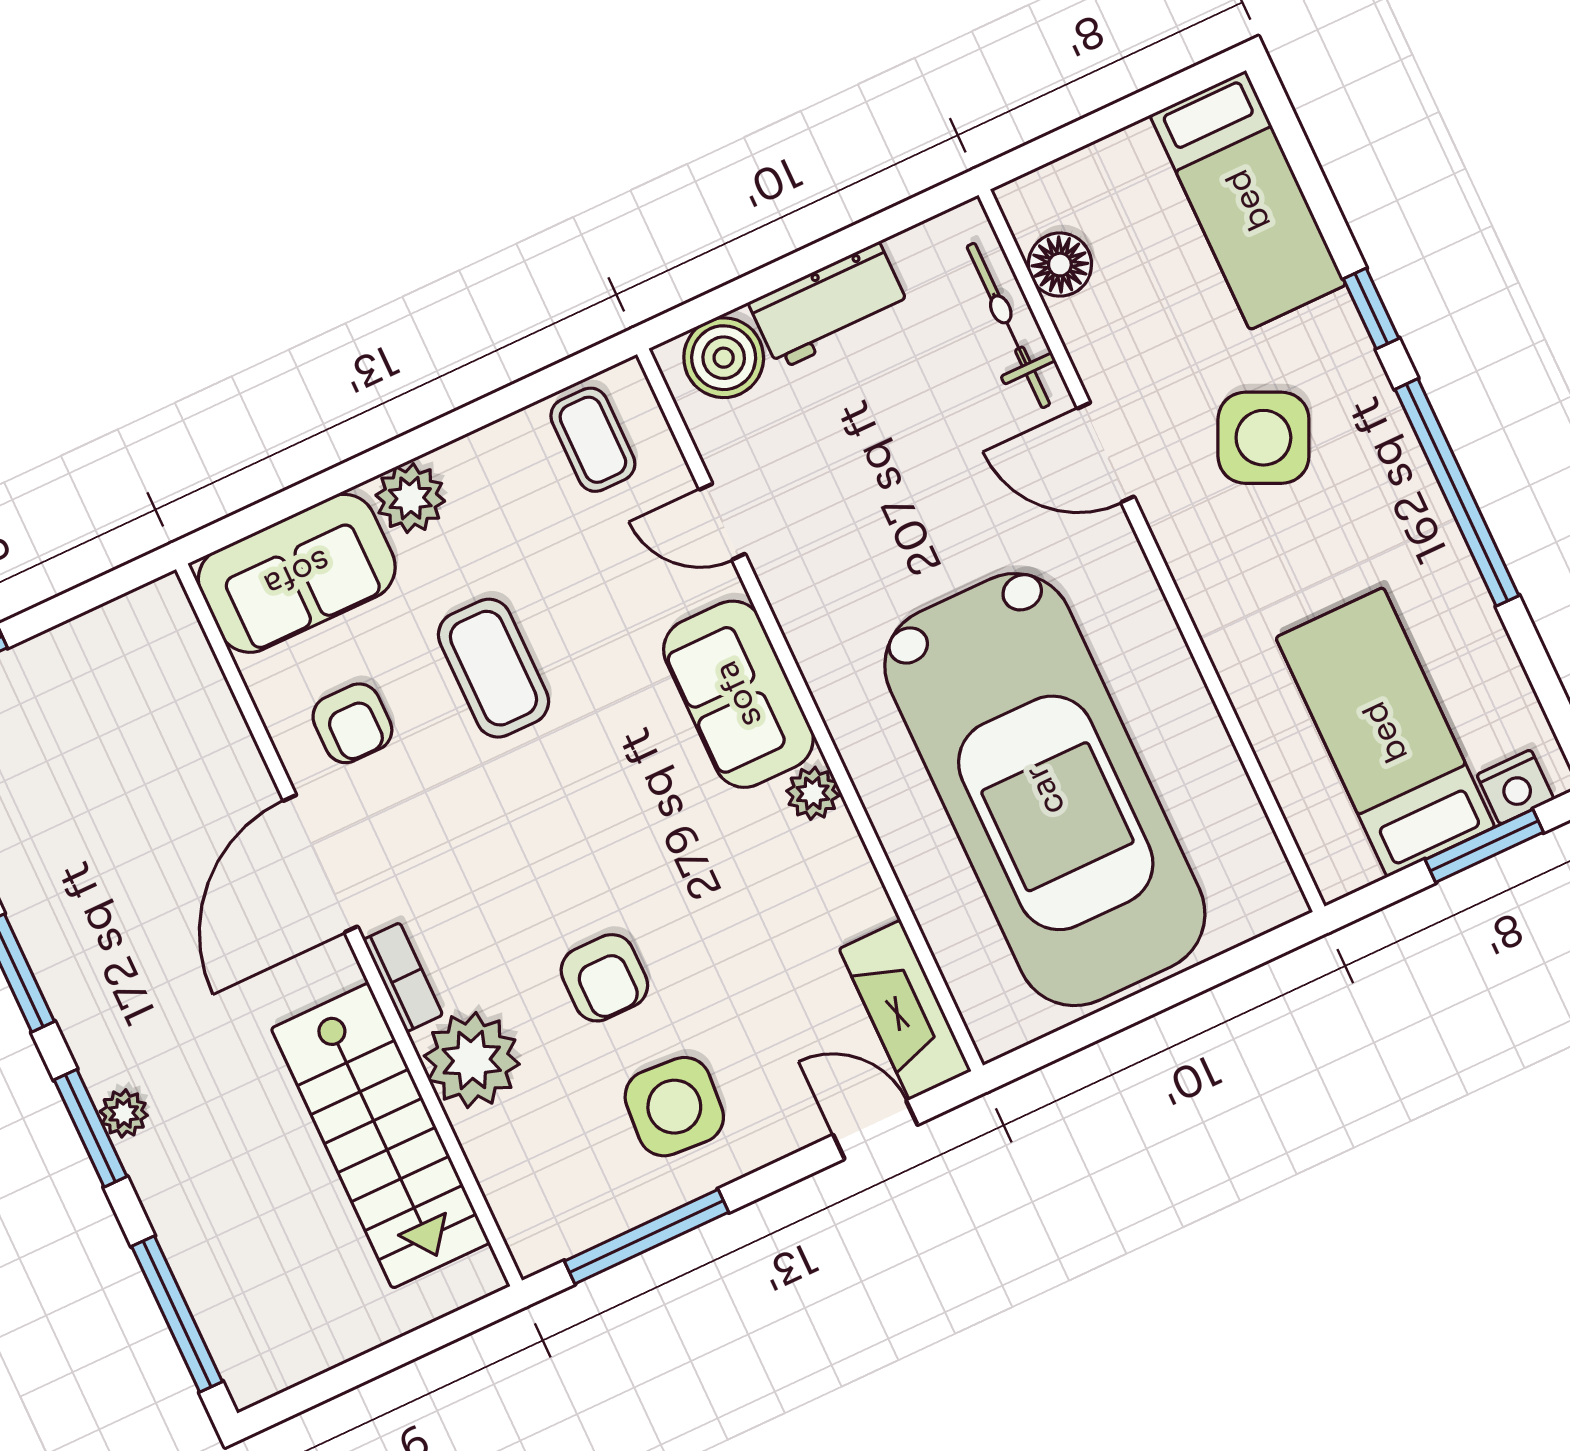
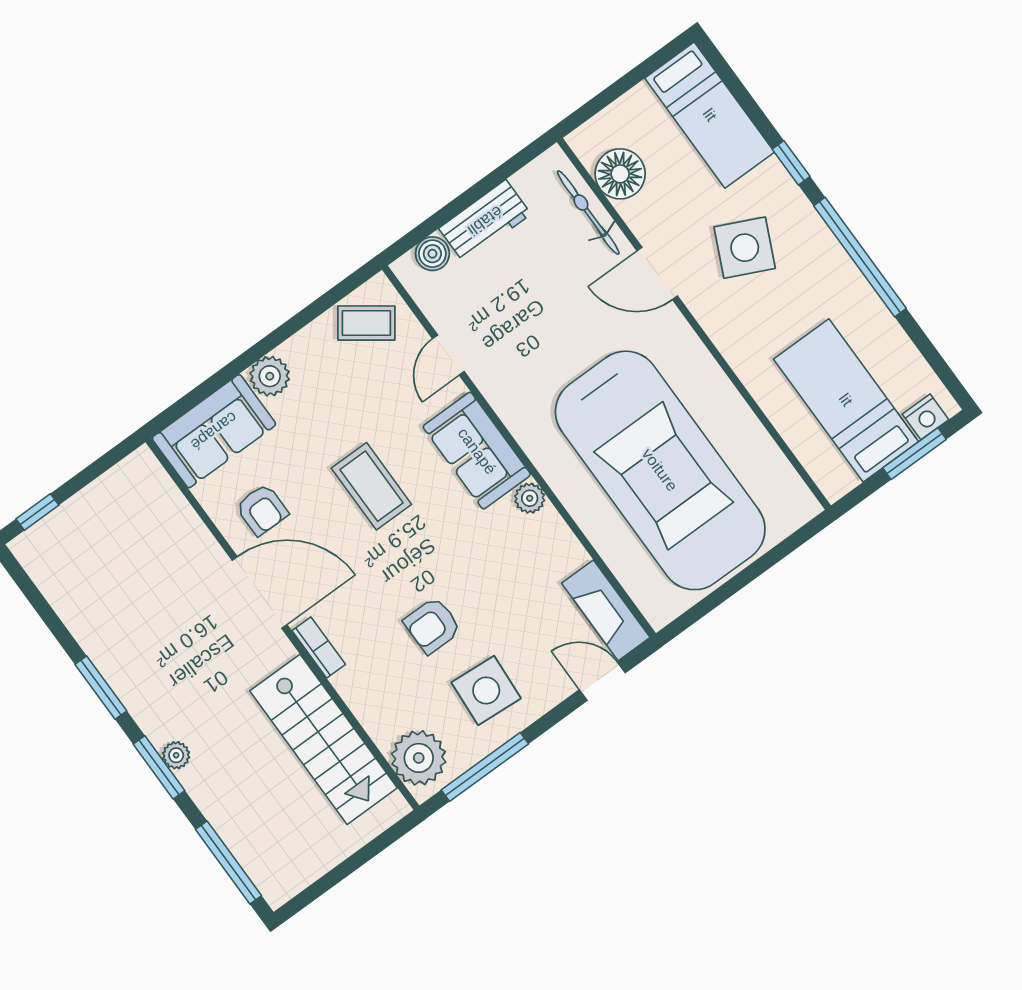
floor lamp: (1060, 265) -> (620, 174), width x1.38, depth x1.38
boiler: (724, 358) -> (432, 254), width x0.73, depth x0.73
coffee table: (593, 440) -> (366, 323), turned -54
door: (722, 522) -> (448, 355), hinge flipped
coffee table: (493, 668) -> (371, 486), moved
door: (320, 864) -> (260, 592), swing flipped
armchair: (604, 978) -> (432, 625), turned 90
plant: (472, 1060) -> (419, 758), moved

